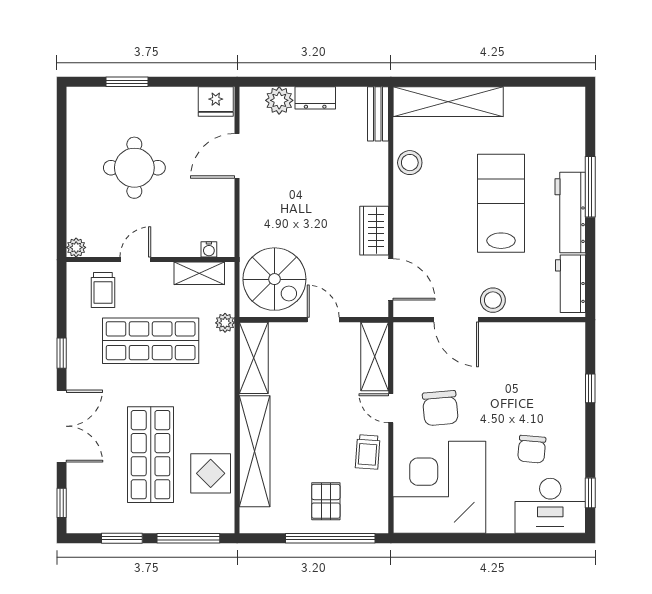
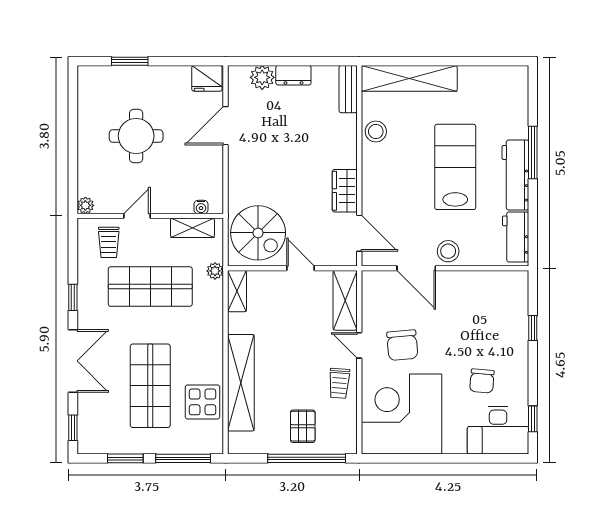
shelving: (254, 358) -> (237, 291), width x0.67, depth x0.75

